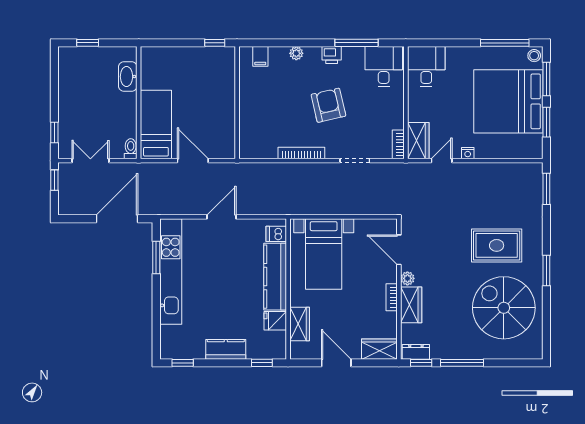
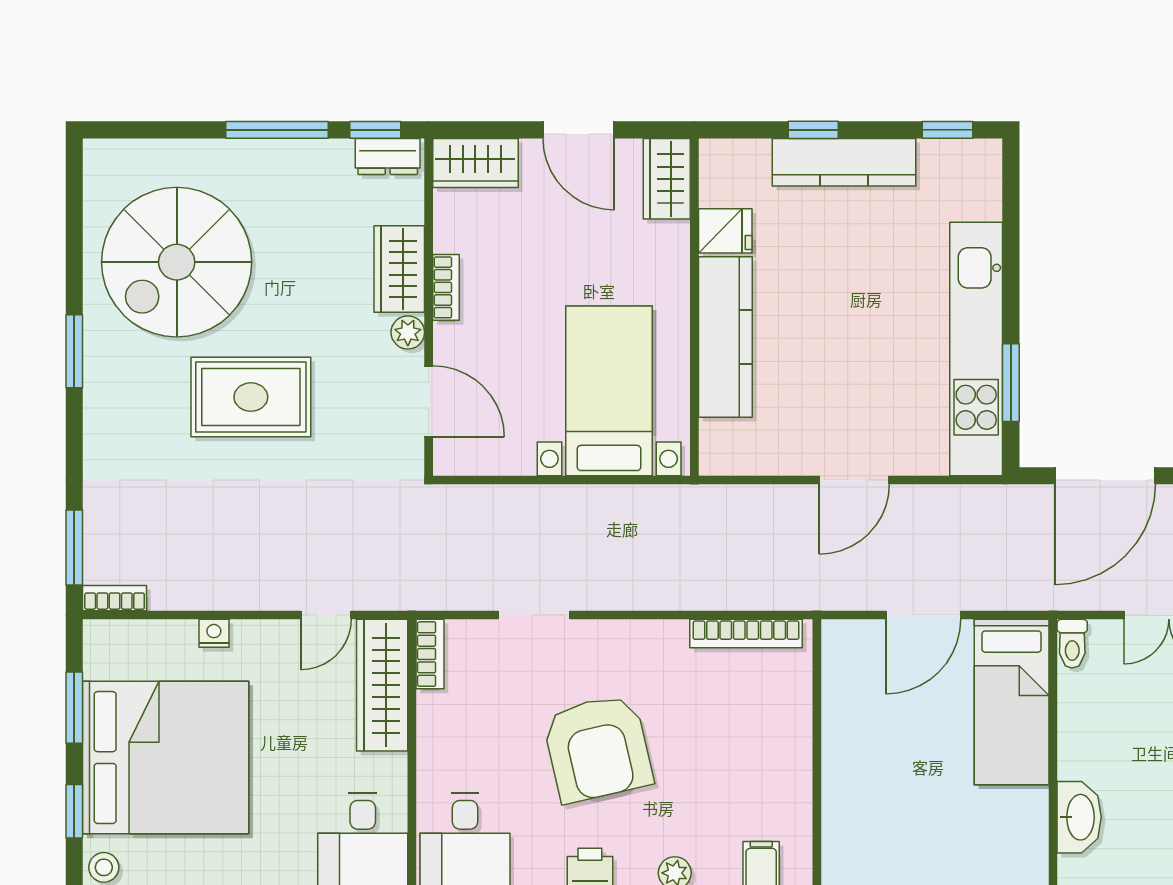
window: (546, 79) -> (74, 811), width x0.67
armchair: (328, 105) -> (598, 748), width x1.36, depth x1.36
wardrobe: (418, 141) -> (382, 685), width x1.50
bookcase: (301, 153) -> (746, 634), moved
nightstand: (468, 153) -> (214, 633), moved
door: (193, 161) -> (923, 615), hinge flipped
bookcase: (530, 168) -> (115, 598), added
dishwasher: (276, 234) -> (723, 439), removed
rug: (497, 245) -> (251, 397), moved
spiral stairs: (504, 308) -> (177, 262), turned 90
wardrobe: (300, 324) -> (667, 179), moved
kitchen counter: (226, 349) -> (844, 162), width x1.50
window: (262, 363) -> (813, 130), moved

